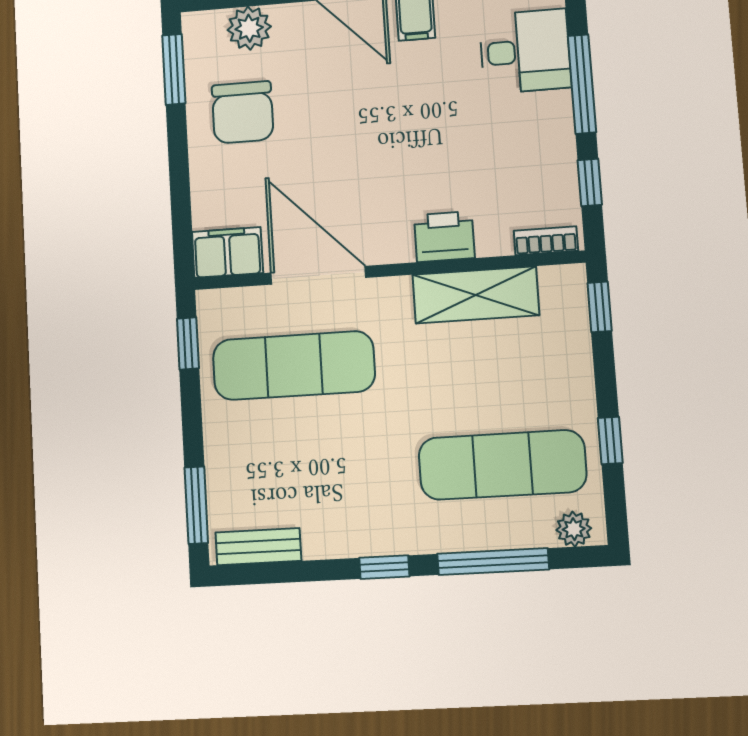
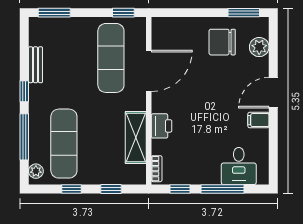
filing cabinet: (227, 252) -> (161, 32), removed
window: (600, 307) -> (111, 189), moved
bench: (258, 547) -> (36, 65), moved

